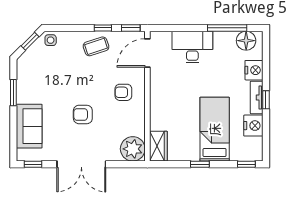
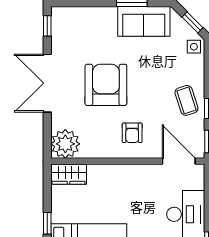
armchair: (123, 92) -> (132, 133), turned 180
armchair: (83, 114) -> (106, 85), width x1.88, depth x1.88
sofa: (29, 126) -> (144, 21), moved

